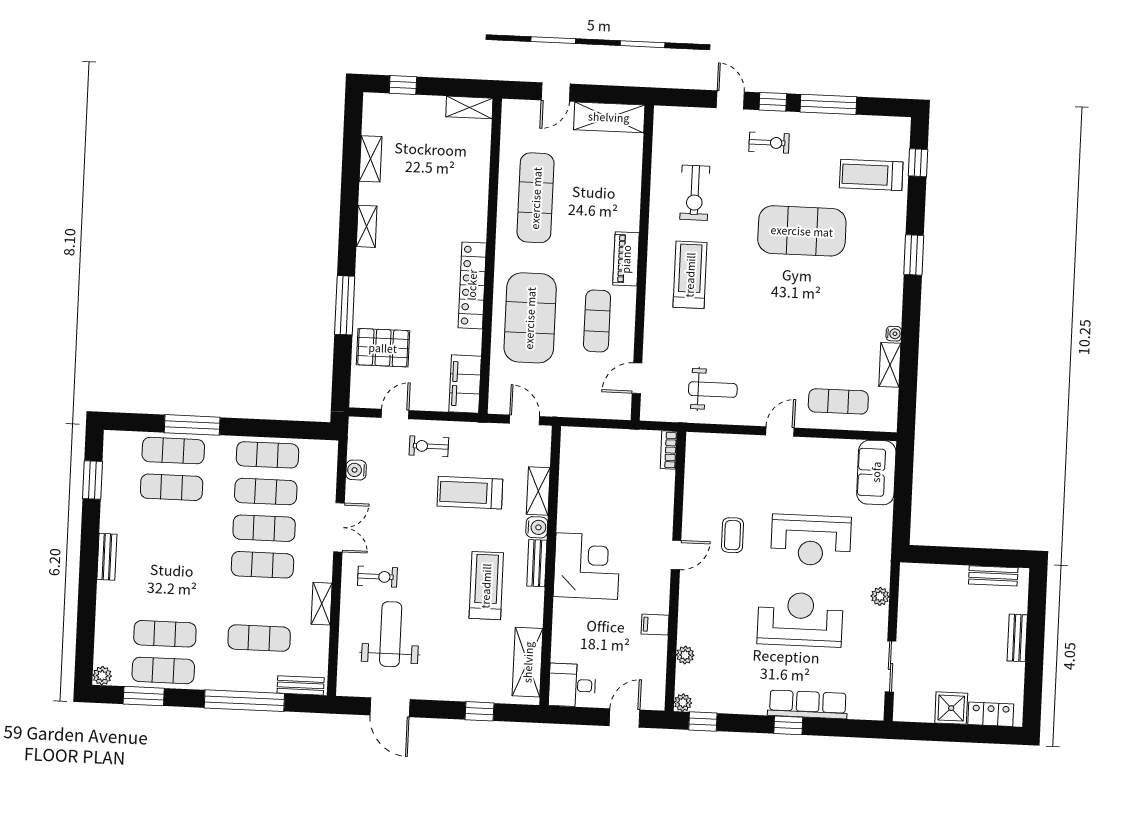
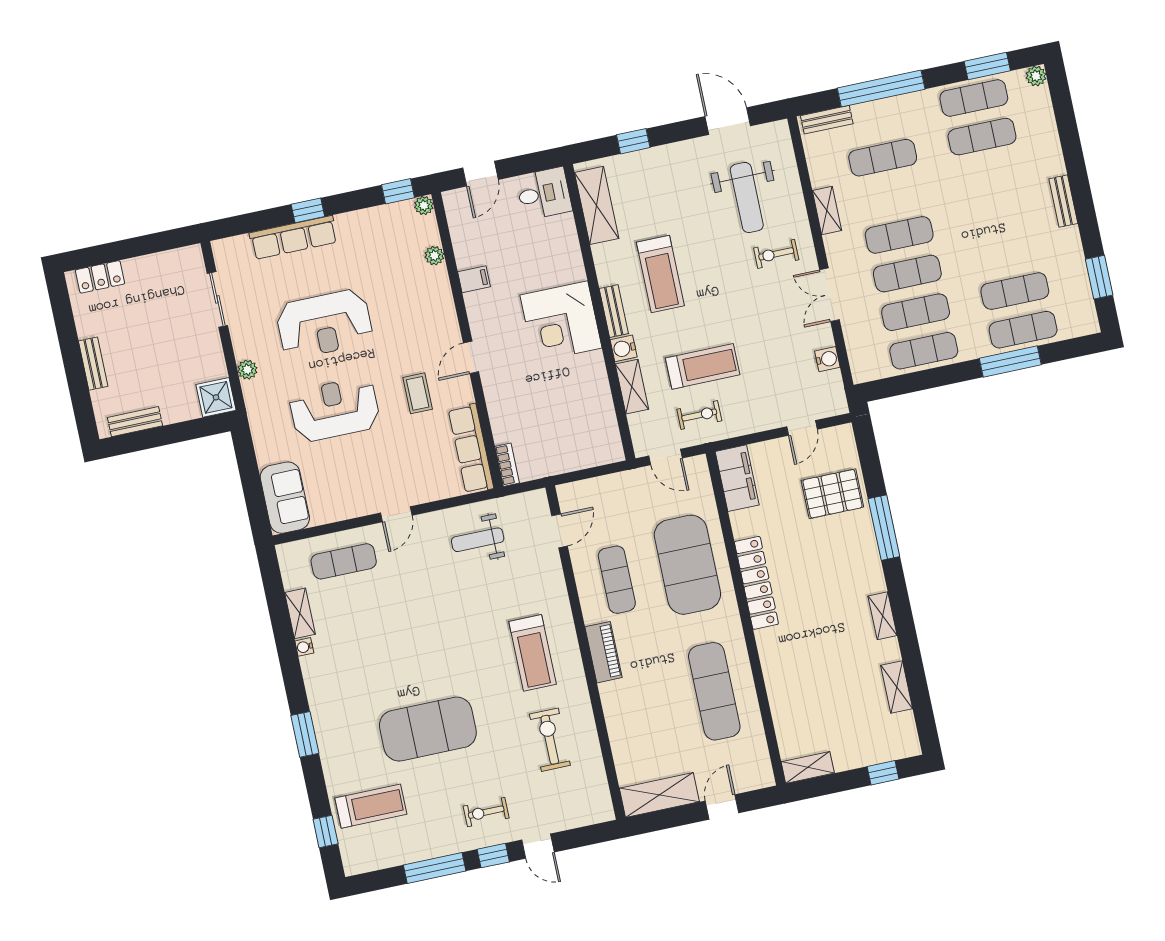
exercise bike: (429, 446) -> (699, 415), moved
row of seats: (697, 473) -> (471, 449), added
shower: (951, 708) -> (216, 397), moved

